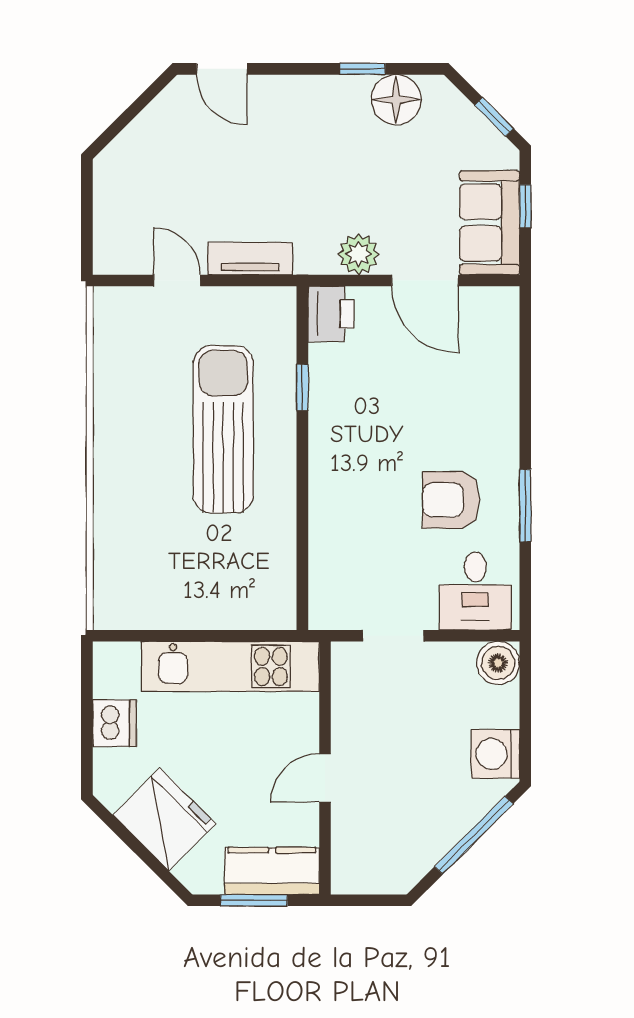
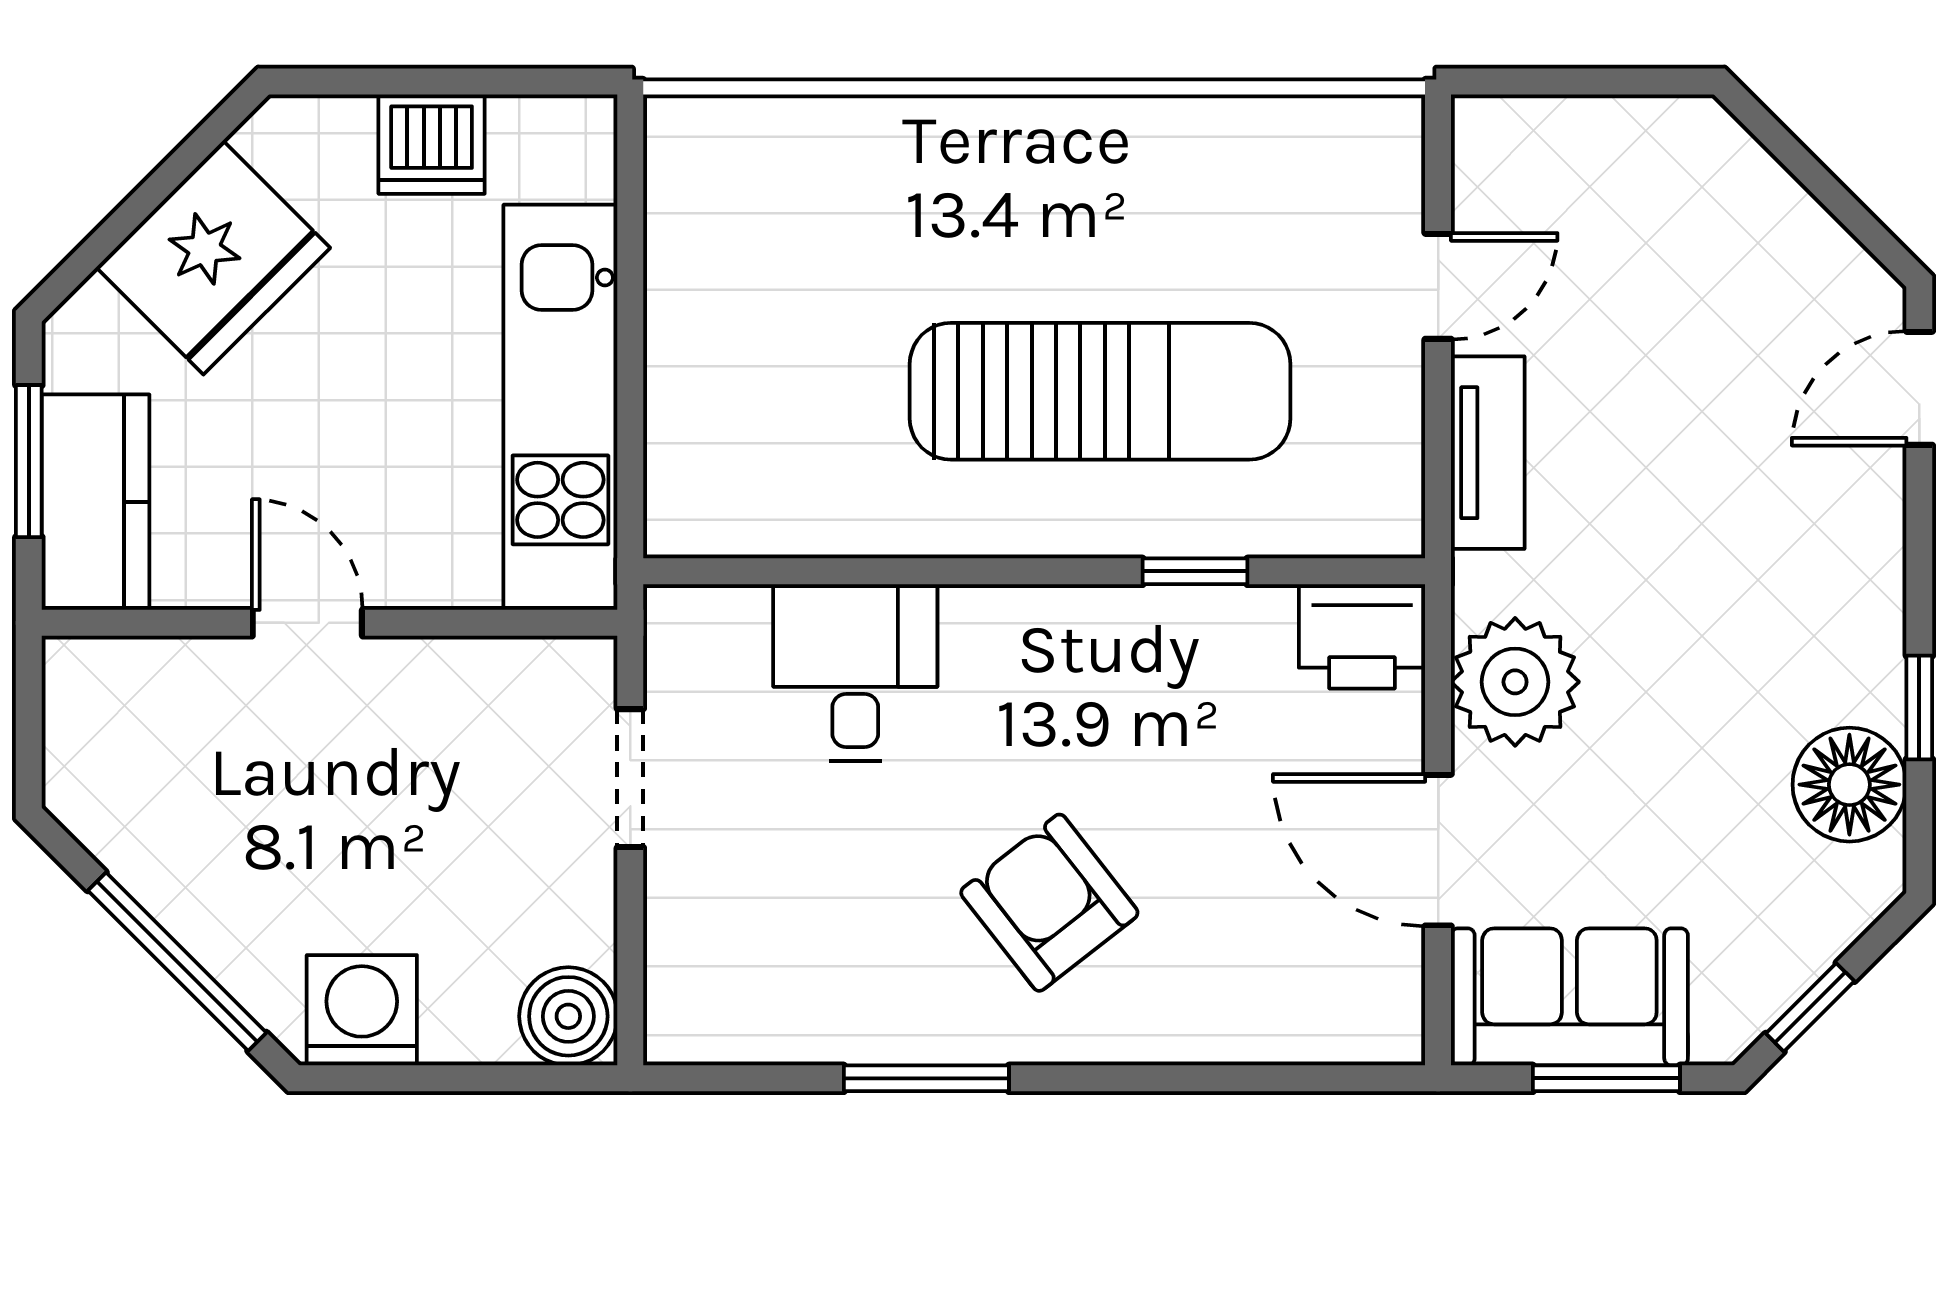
window: (525, 206) -> (1606, 1078), width x1.50
plant: (358, 254) -> (1515, 682), width x1.36, depth x1.36
door: (425, 280) -> (1438, 850), hinge flipped
armchair: (451, 500) -> (1049, 903), moved, turned -38
desk: (475, 591) -> (855, 673), moved, turned 90

